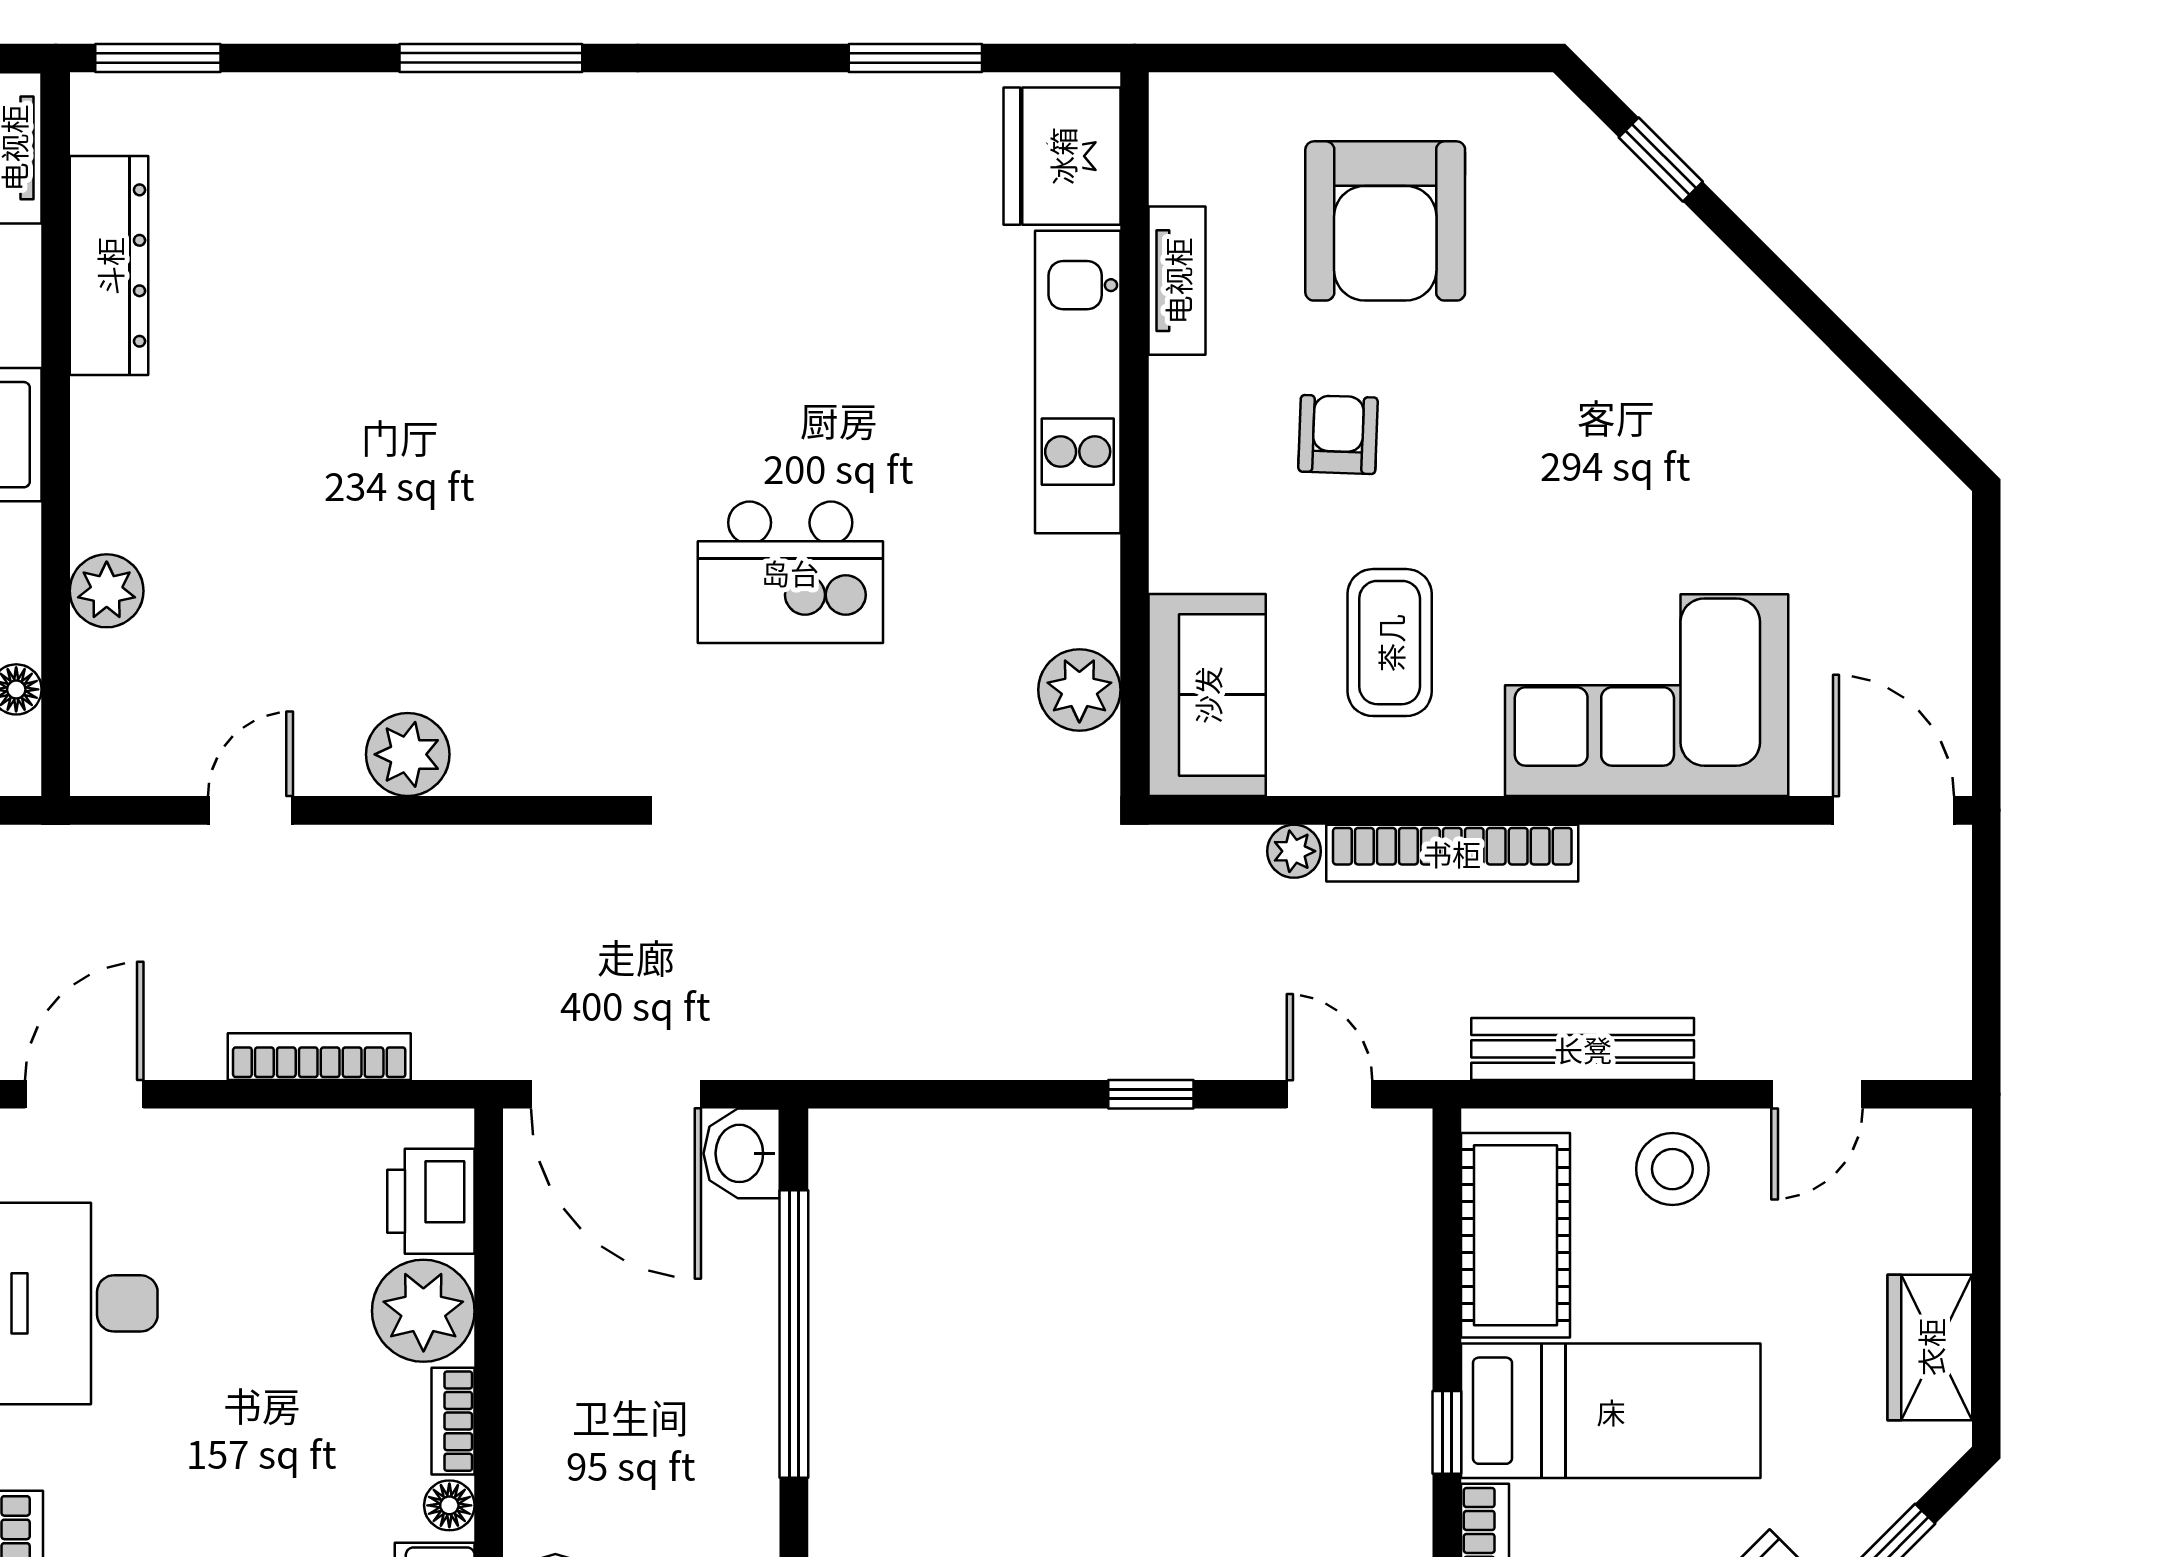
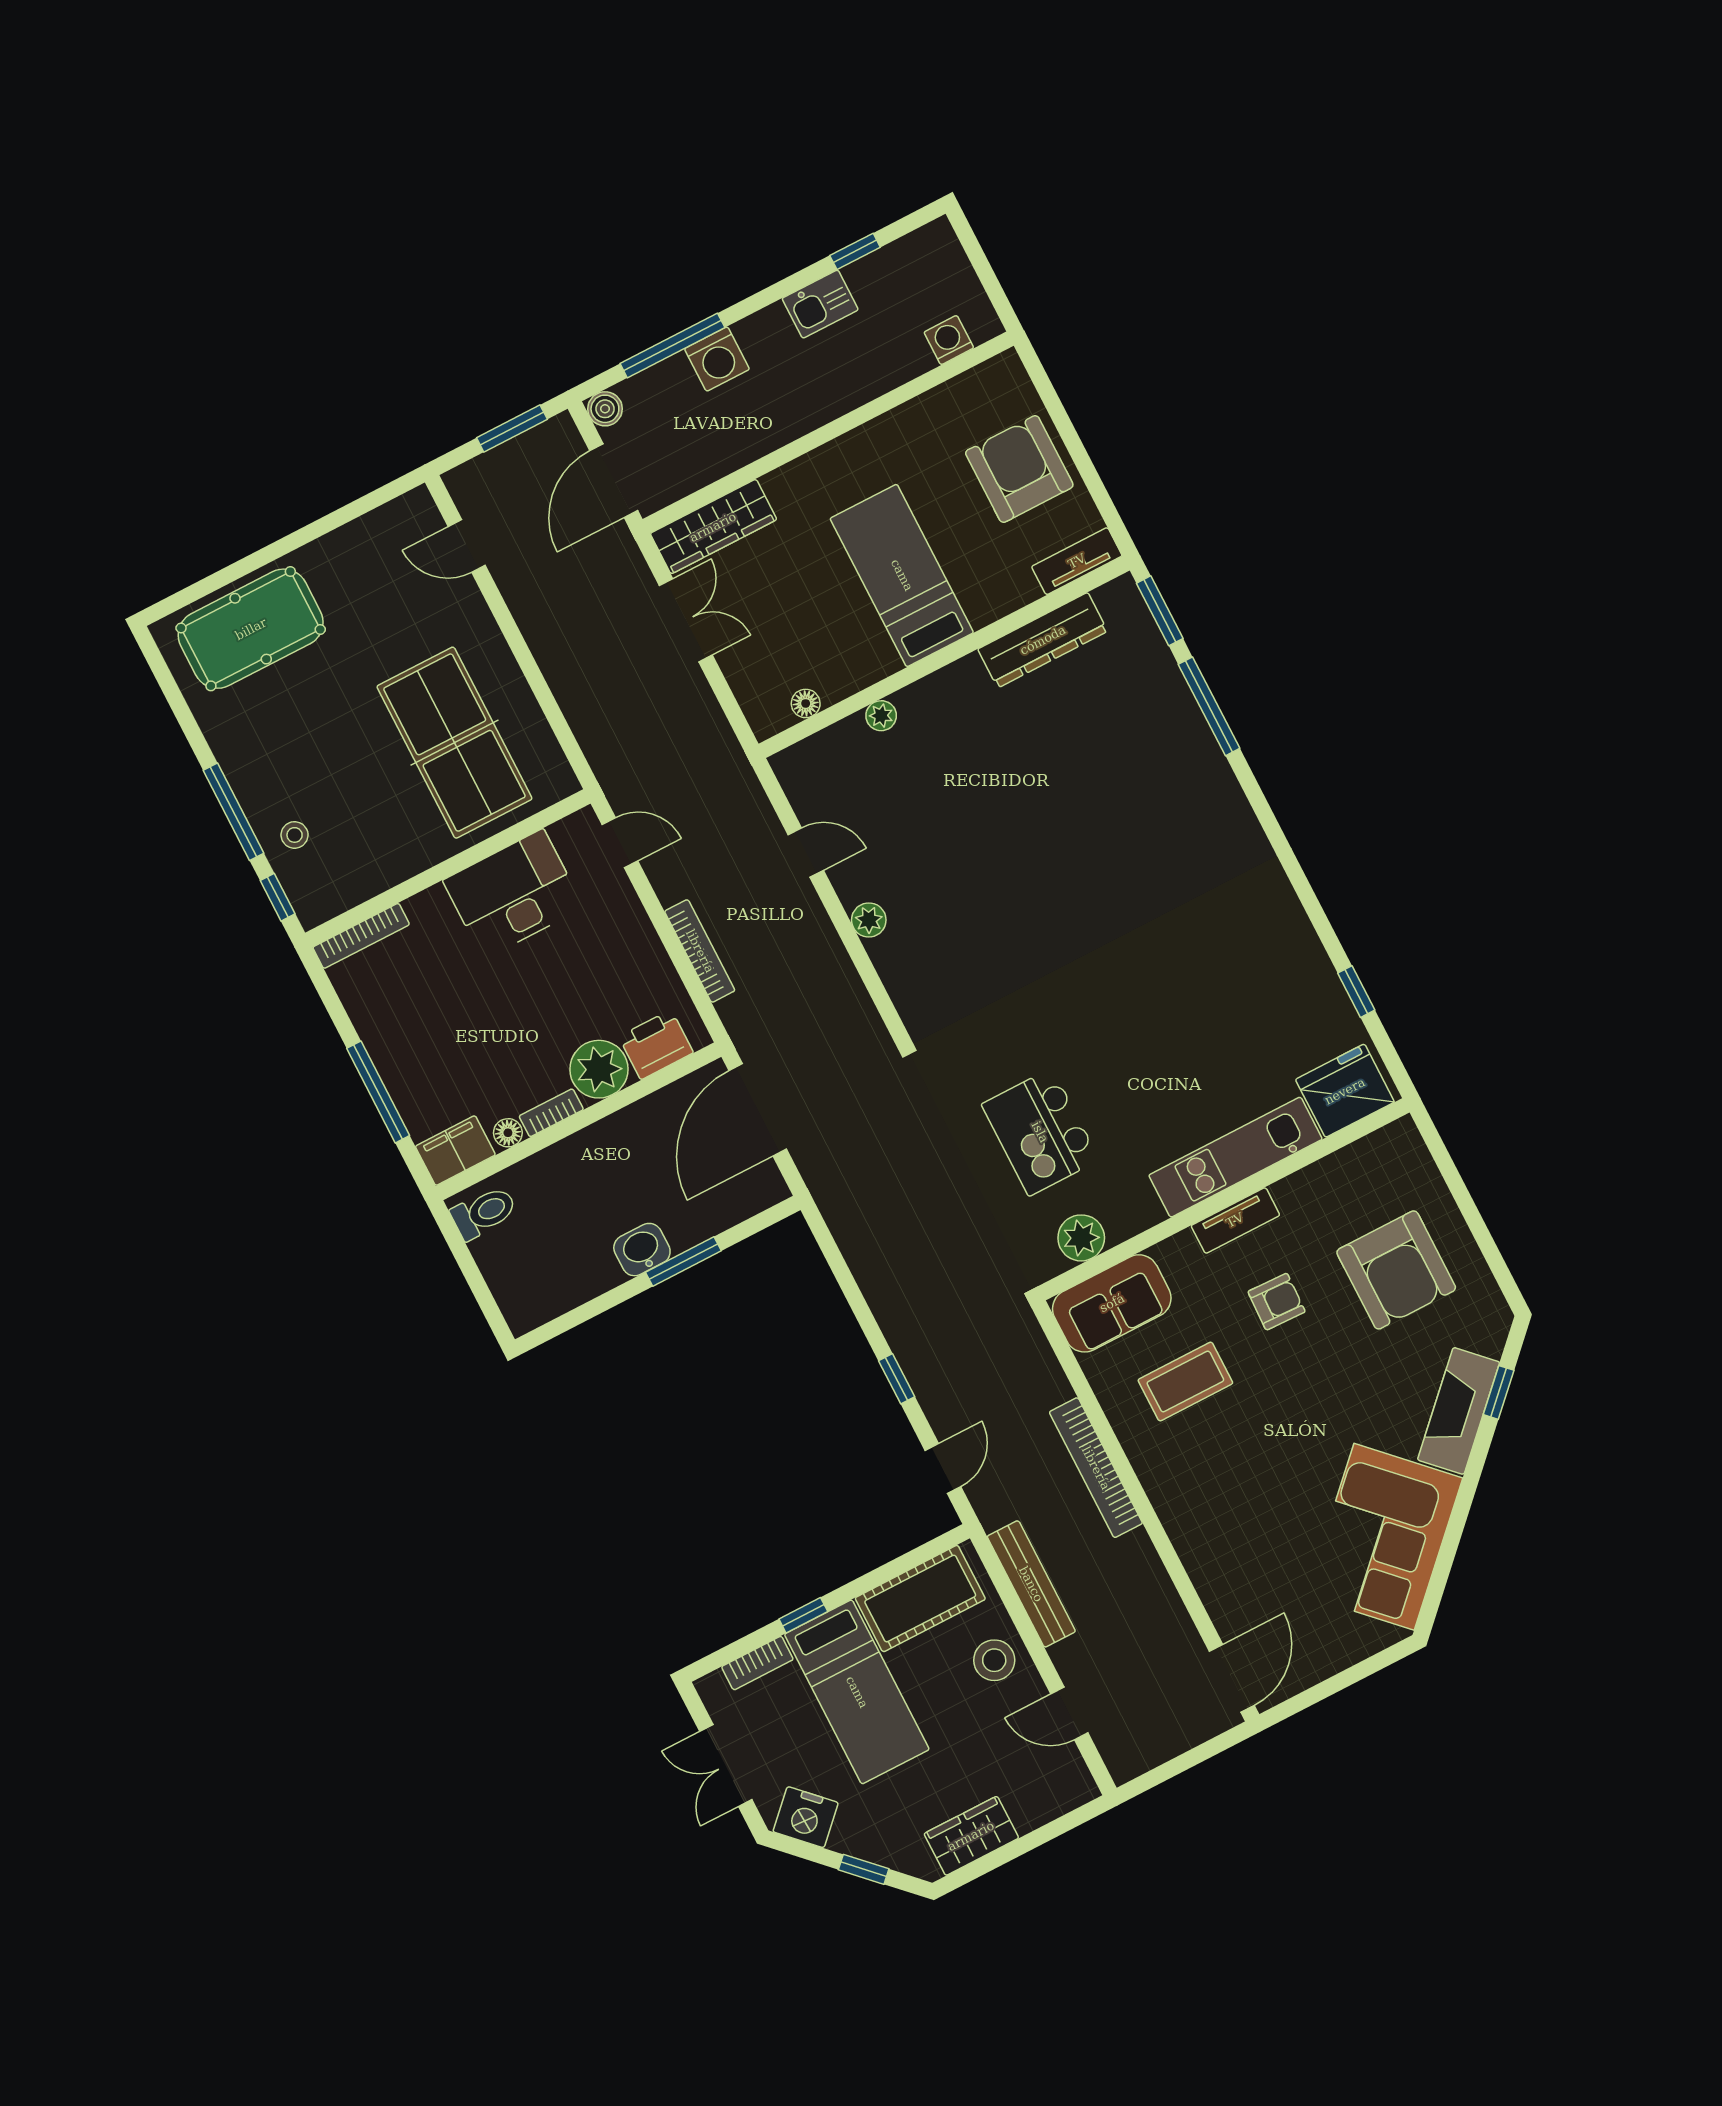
window: (491, 58) -> (1209, 706), moved
window: (915, 58) -> (1356, 992), width x0.67
armchair: (1385, 221) -> (1396, 1270), turned -90
fireplace: (1657, 237) -> (1459, 1411), added
tv unit: (1177, 281) -> (1235, 1220), moved
kitchen island: (790, 572) -> (1040, 1132), moved
plant: (107, 591) -> (881, 716), width x0.73, depth x0.73
corner sofa: (1647, 695) -> (1384, 1537), moved, turned -135
plant: (408, 754) -> (869, 920), width x0.73, depth x0.73
plant: (1294, 851) -> (1056, 1388), removed
door: (84, 1094) -> (620, 843), width x0.73
washbasin: (742, 1153) -> (642, 1250), moved
window: (794, 1334) -> (683, 1261), width x0.47

